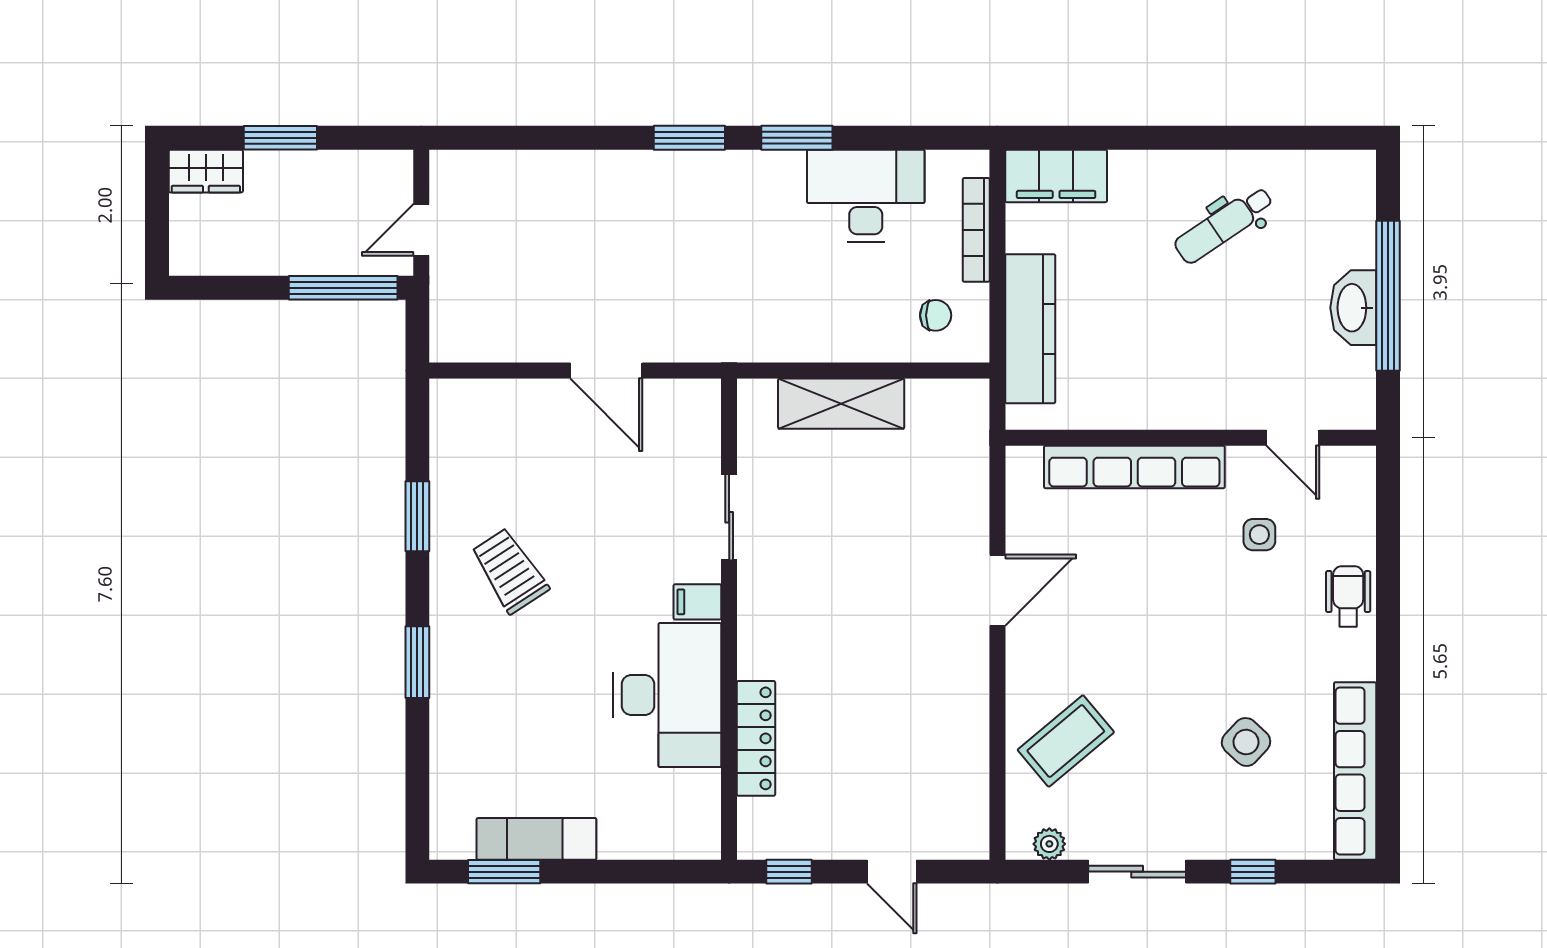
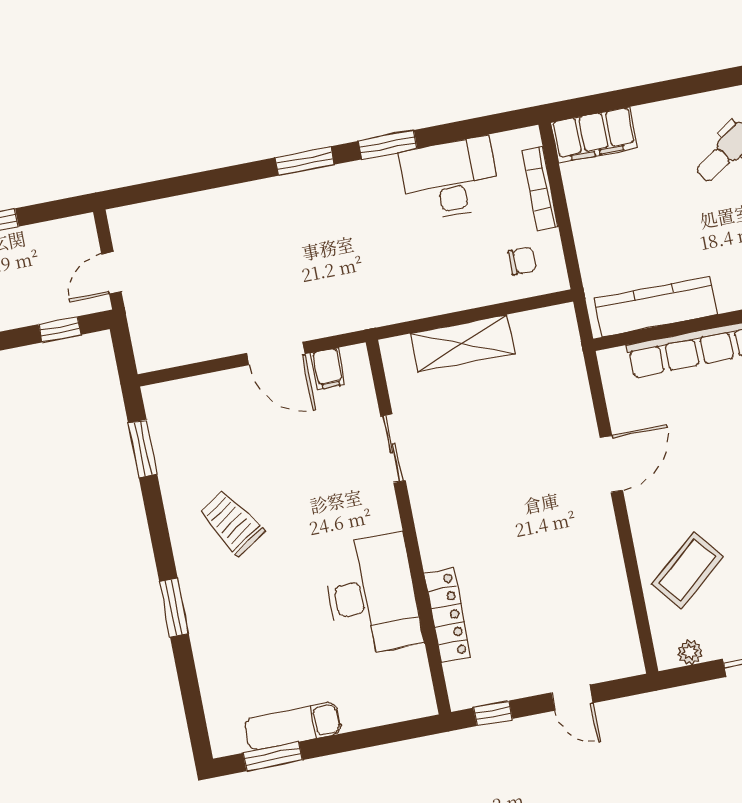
window: (343, 288) -> (60, 329), width x0.46
kitchen counter: (1030, 329) -> (656, 306), moved, turned -90
window: (417, 516) -> (143, 449), moved
filing cabinet: (697, 602) -> (328, 369), moved, turned -90

